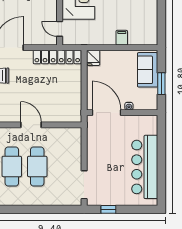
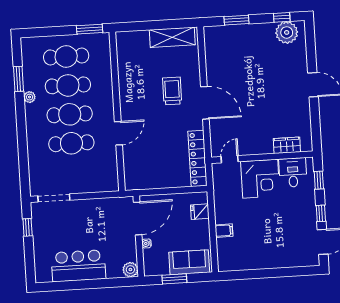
fridge: (93, 58) -> (200, 212), moved
plant: (151, 122) -> (130, 270), added
bar counter: (145, 167) -> (78, 266), width x0.73

